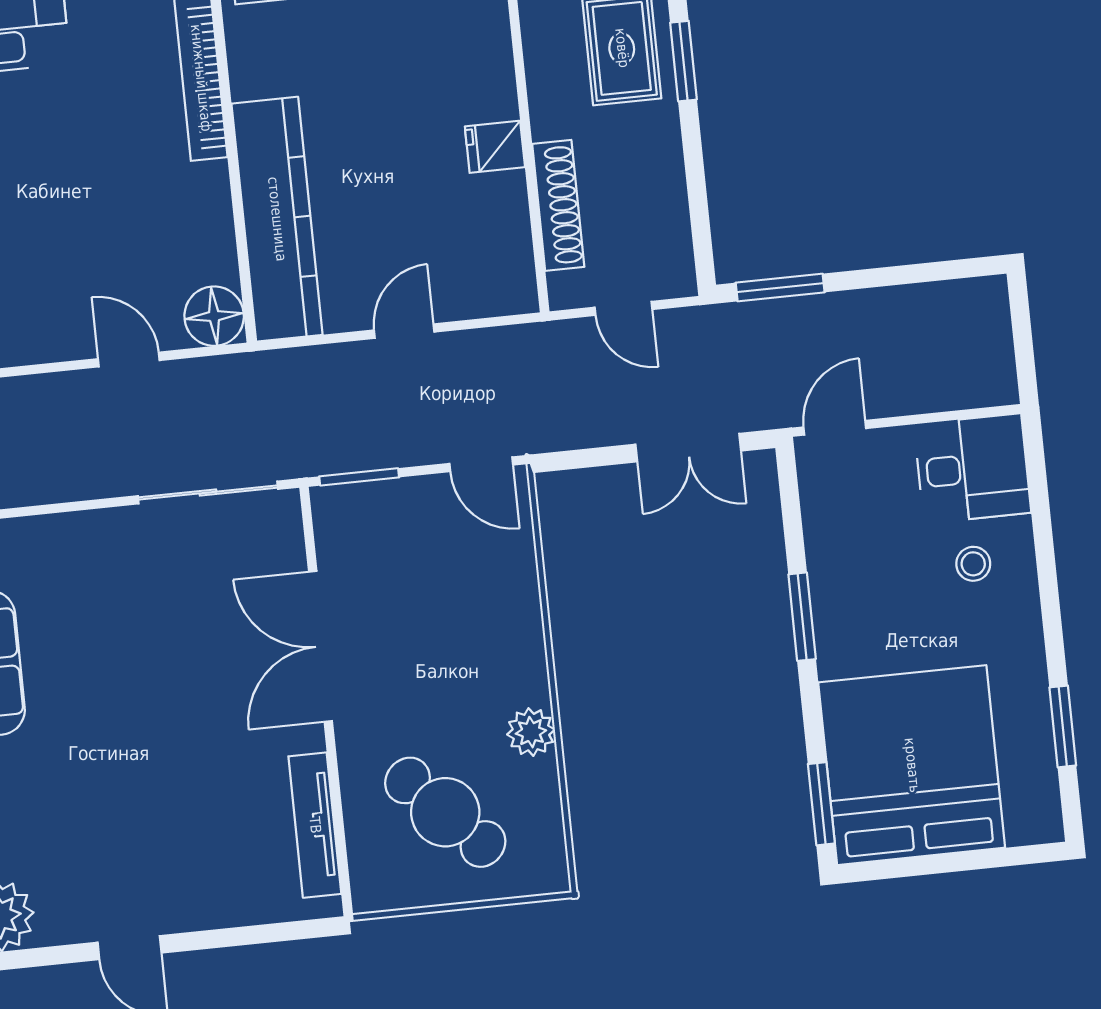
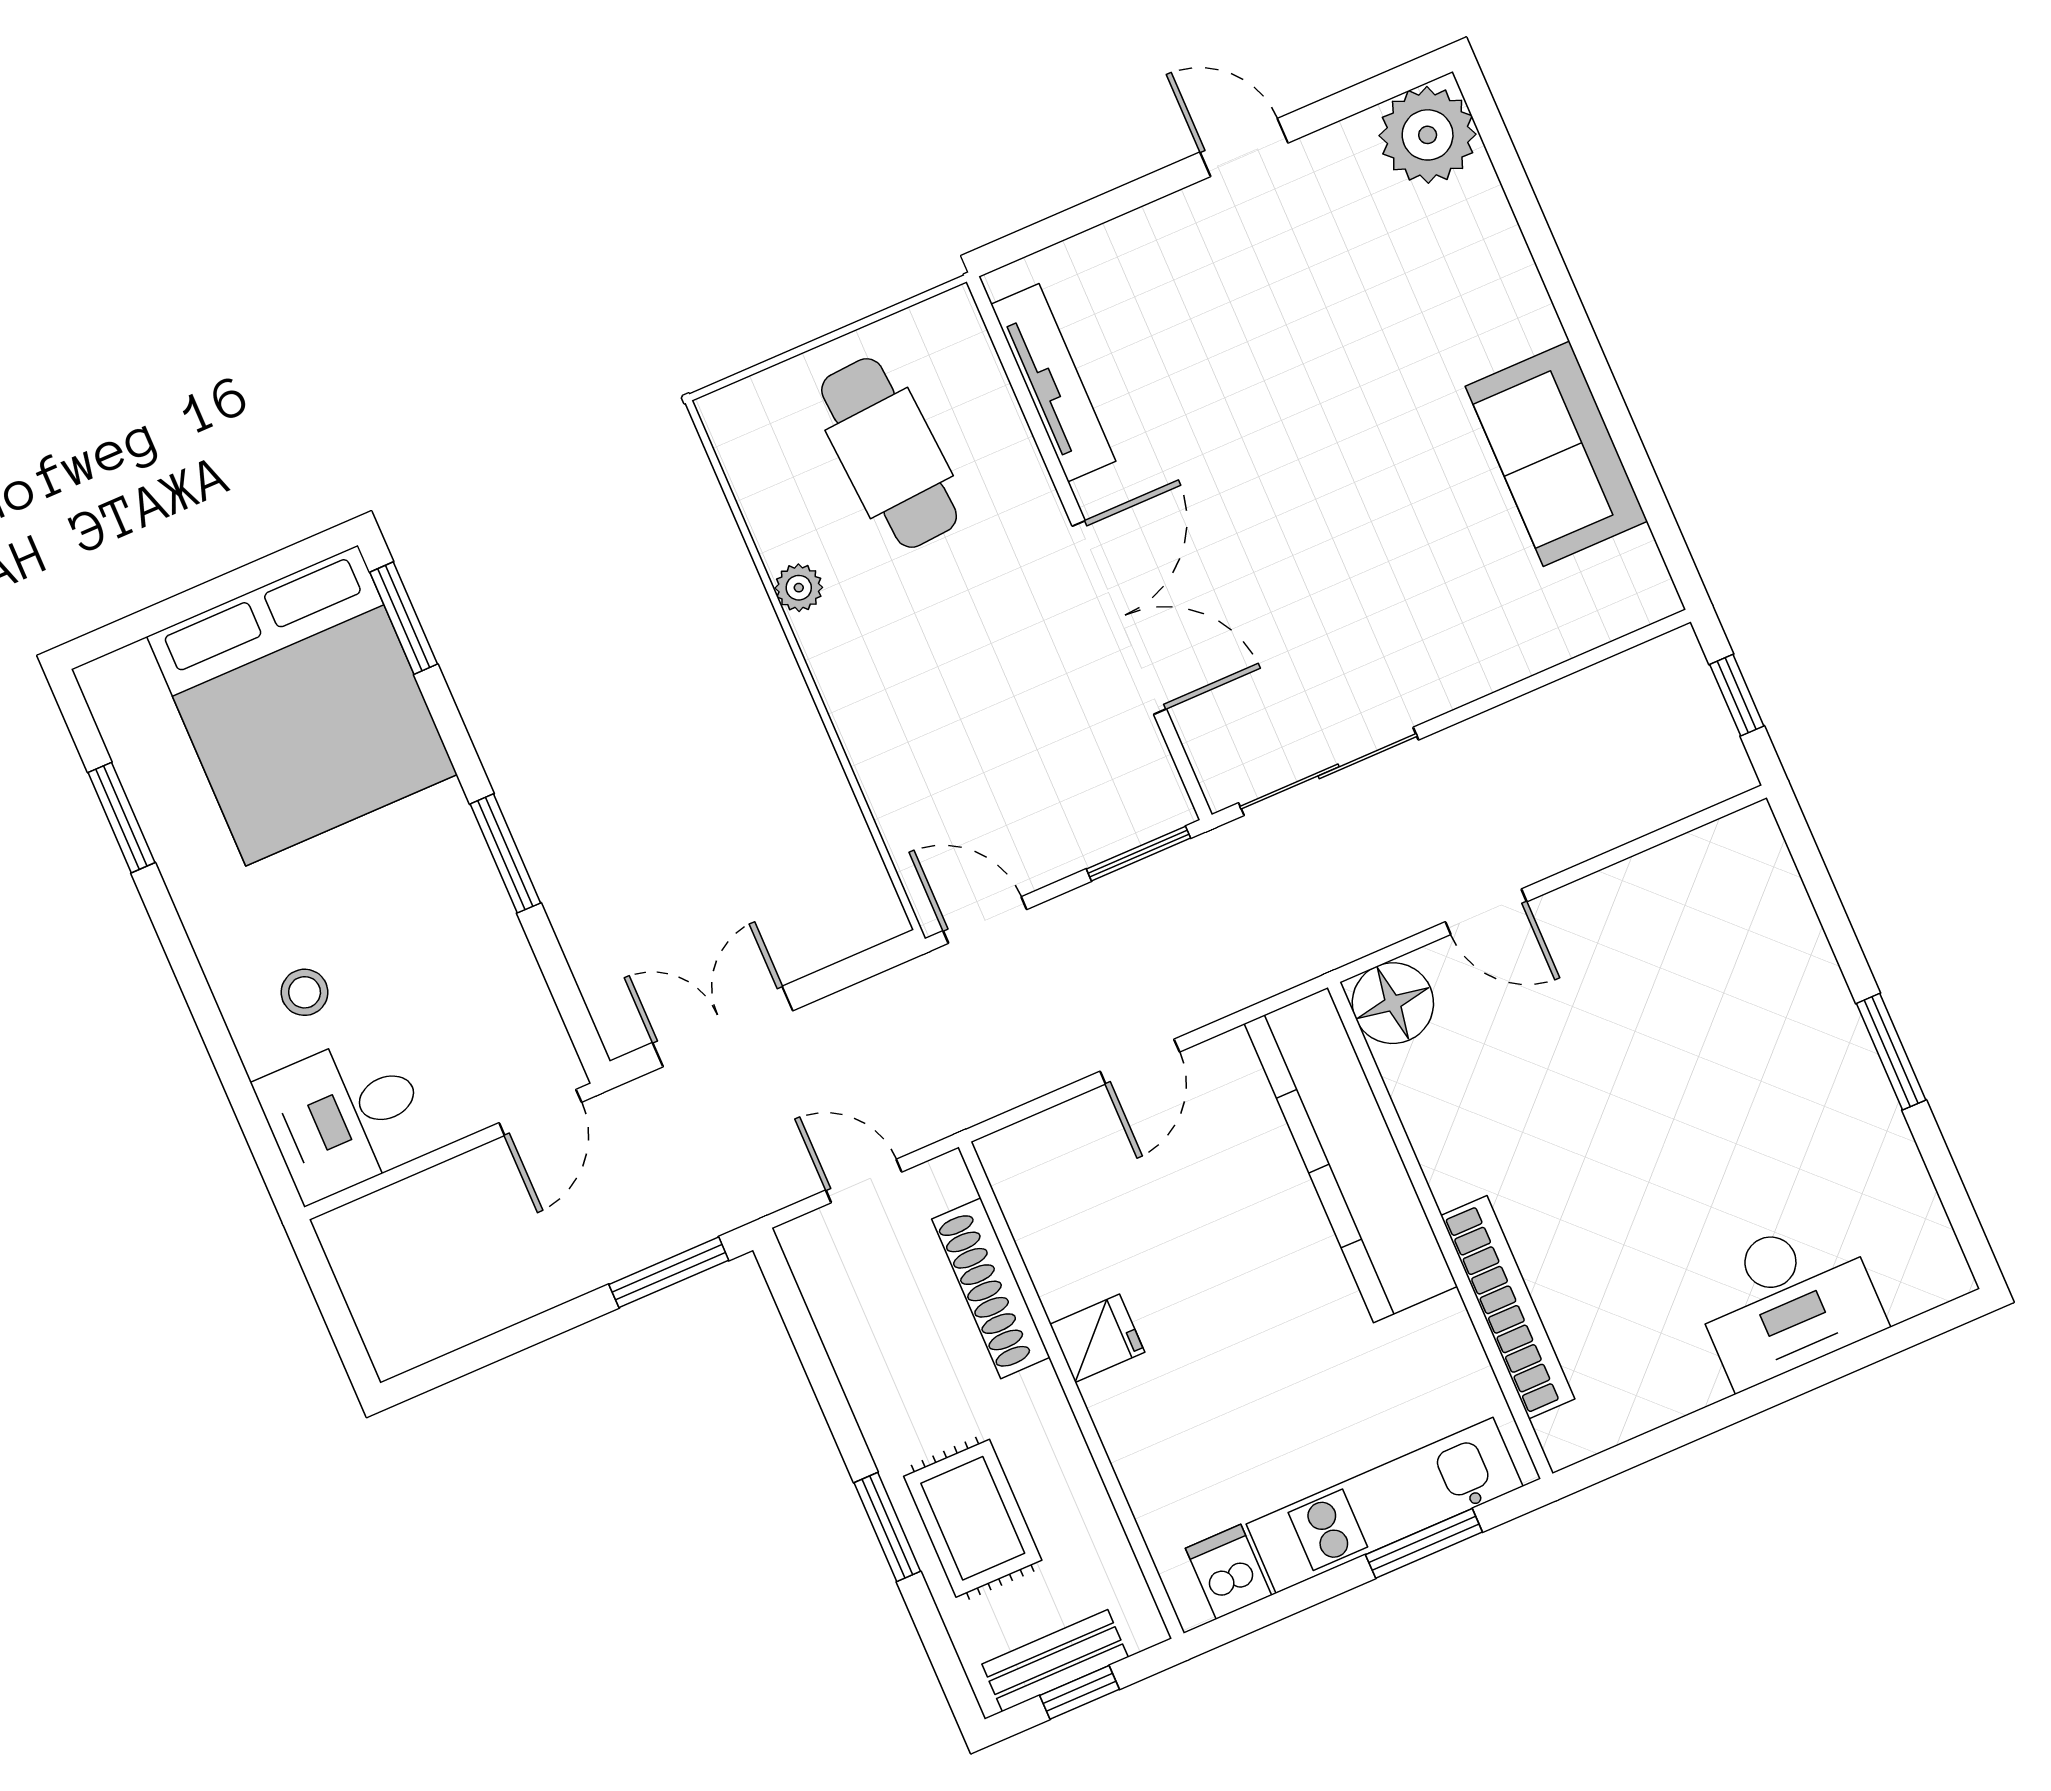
plant: (531, 732) -> (799, 588), width x0.73, depth x0.73
cafe table: (445, 812) -> (889, 453), turned 40

